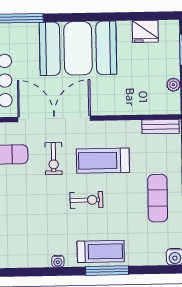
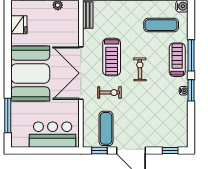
double door: (54, 119) -> (81, 73), moved
exercise mat: (158, 198) -> (161, 25), moved
window: (59, 271) -> (191, 90), added

